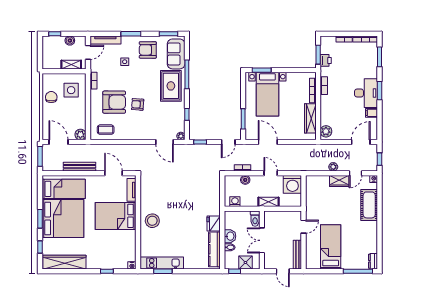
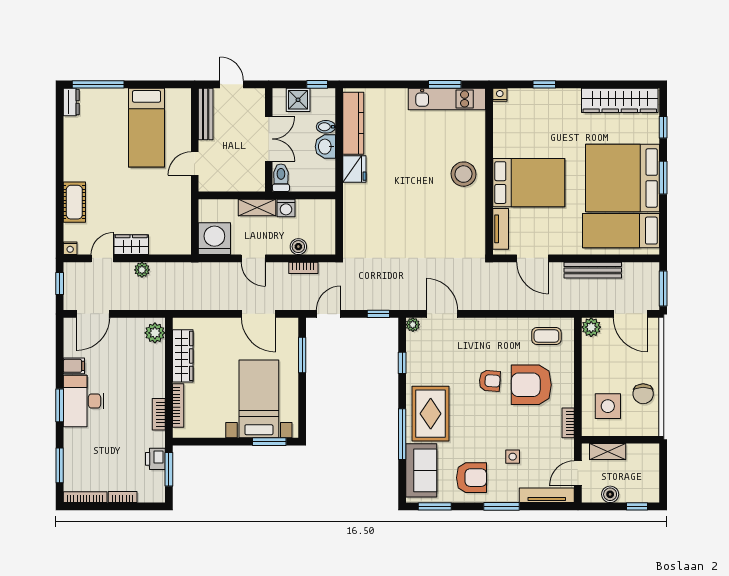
washing machine: (235, 202) -> (286, 208), moved
cot: (369, 205) -> (74, 202), width x0.73, depth x0.75

